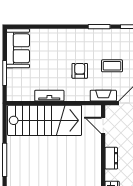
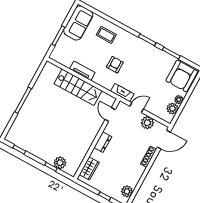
coffee table: (112, 66) -> (106, 35), moved
stairs: (45, 120) -> (78, 87), width x0.73, depth x0.66

